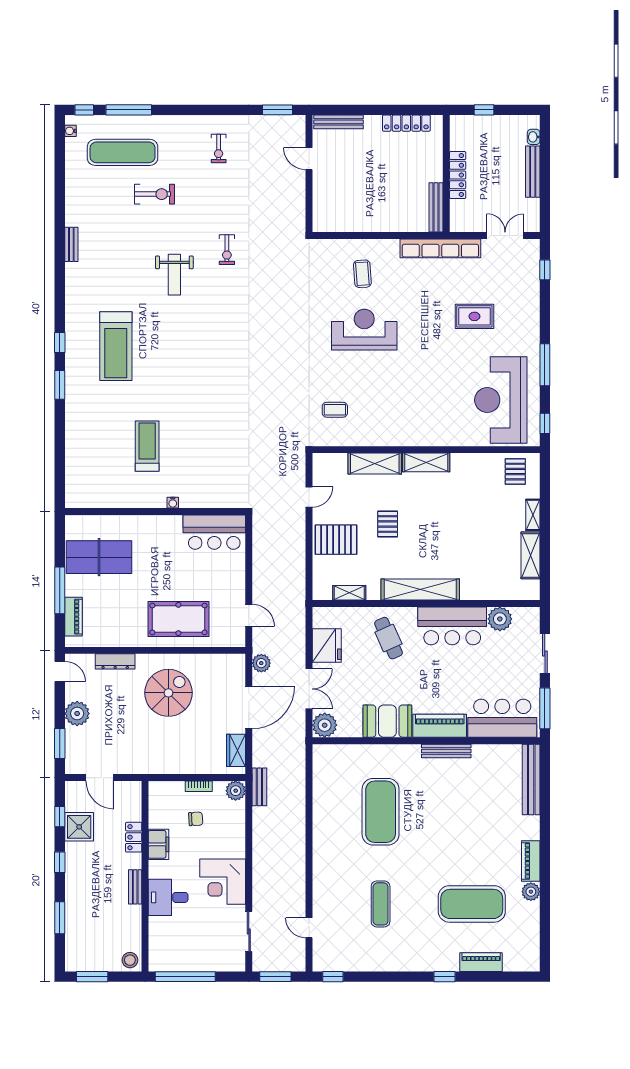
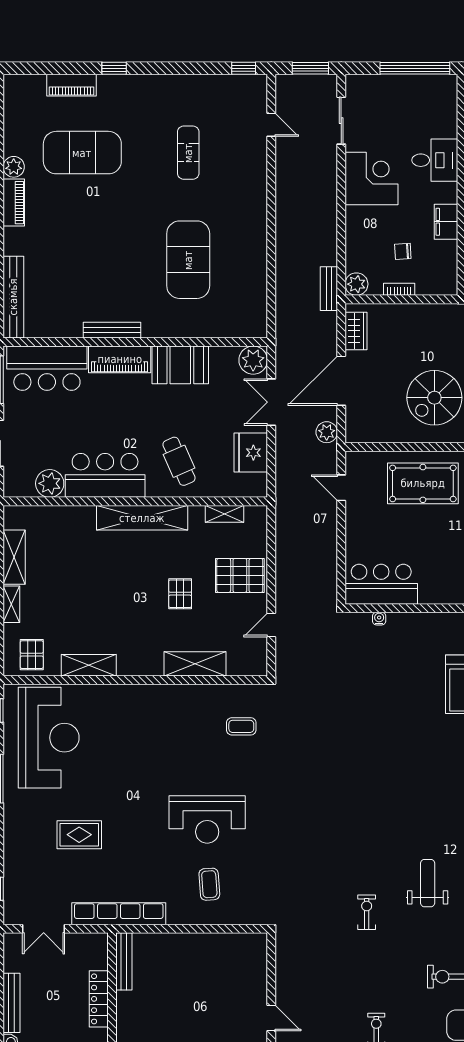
shelving: (426, 462) -> (89, 665), moved
water cooler: (173, 503) -> (379, 619), moved

